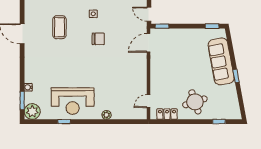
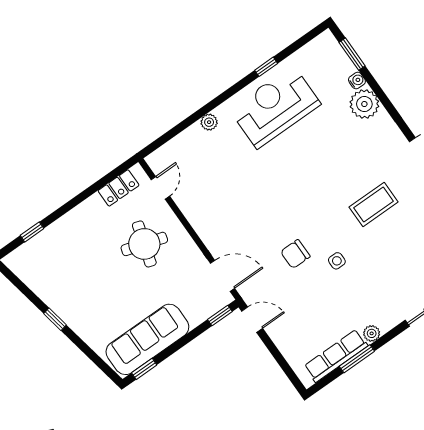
coffee table: (59, 27) -> (374, 205), turned 90
chair: (98, 39) -> (295, 254), moved
door: (148, 43) -> (222, 276), hinge flipped
sofa: (221, 61) -> (147, 339), moved, turned -79
round table: (195, 102) -> (144, 244), moved, turned 35
plant: (32, 111) -> (364, 104), moved

